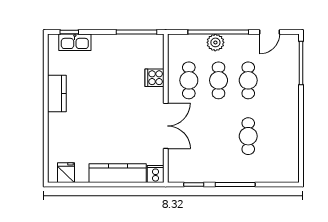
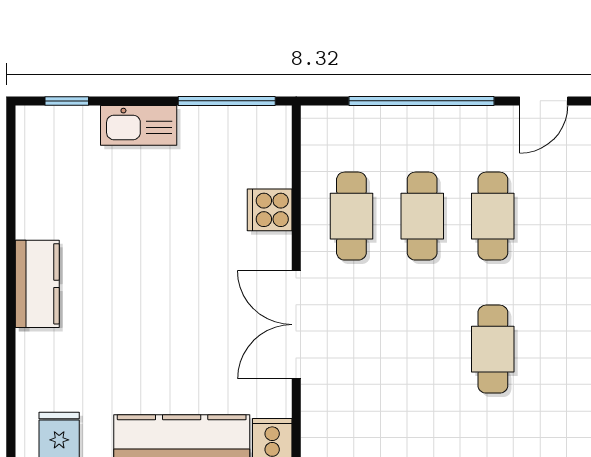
kitchen sink: (75, 42) -> (139, 125), moved
plant: (215, 42) -> (415, 126), removed
kitchen counter: (57, 94) -> (37, 284), moved
double door: (166, 126) -> (296, 325), swing flipped

